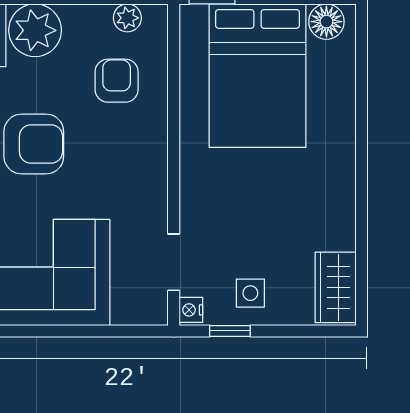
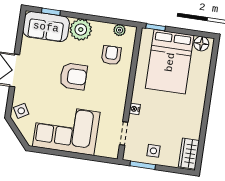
nightstand: (191, 310) -> (135, 109), moved
window: (230, 331) -> (143, 165), width x1.50

